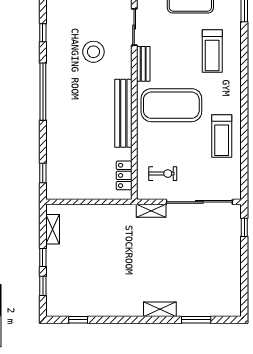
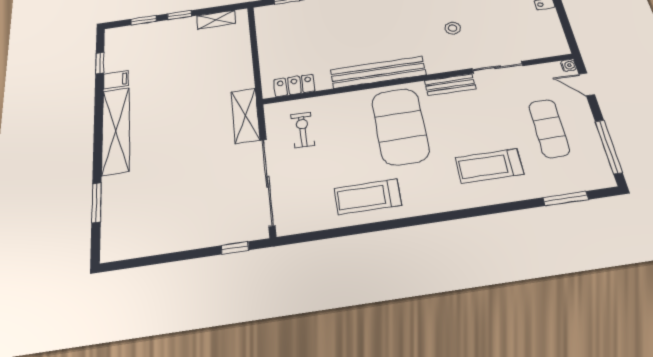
stool: (93, 52) -> (453, 28), width x0.53, depth x0.53
exercise bike: (163, 174) -> (303, 130), turned 180
shelving: (151, 211) -> (245, 116), width x1.50, depth x1.33
filing cabinet: (96, 307) -> (116, 80), added
shelving: (160, 309) -> (116, 131), width x2.20, depth x1.33

